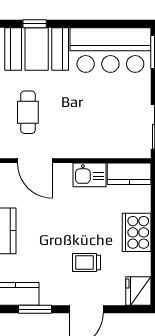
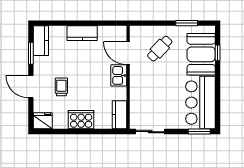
cafe table: (28, 112) -> (160, 49), turned -47
door: (35, 161) -> (128, 53), hinge flipped
kitchen sink: (89, 175) -> (119, 75), moved

